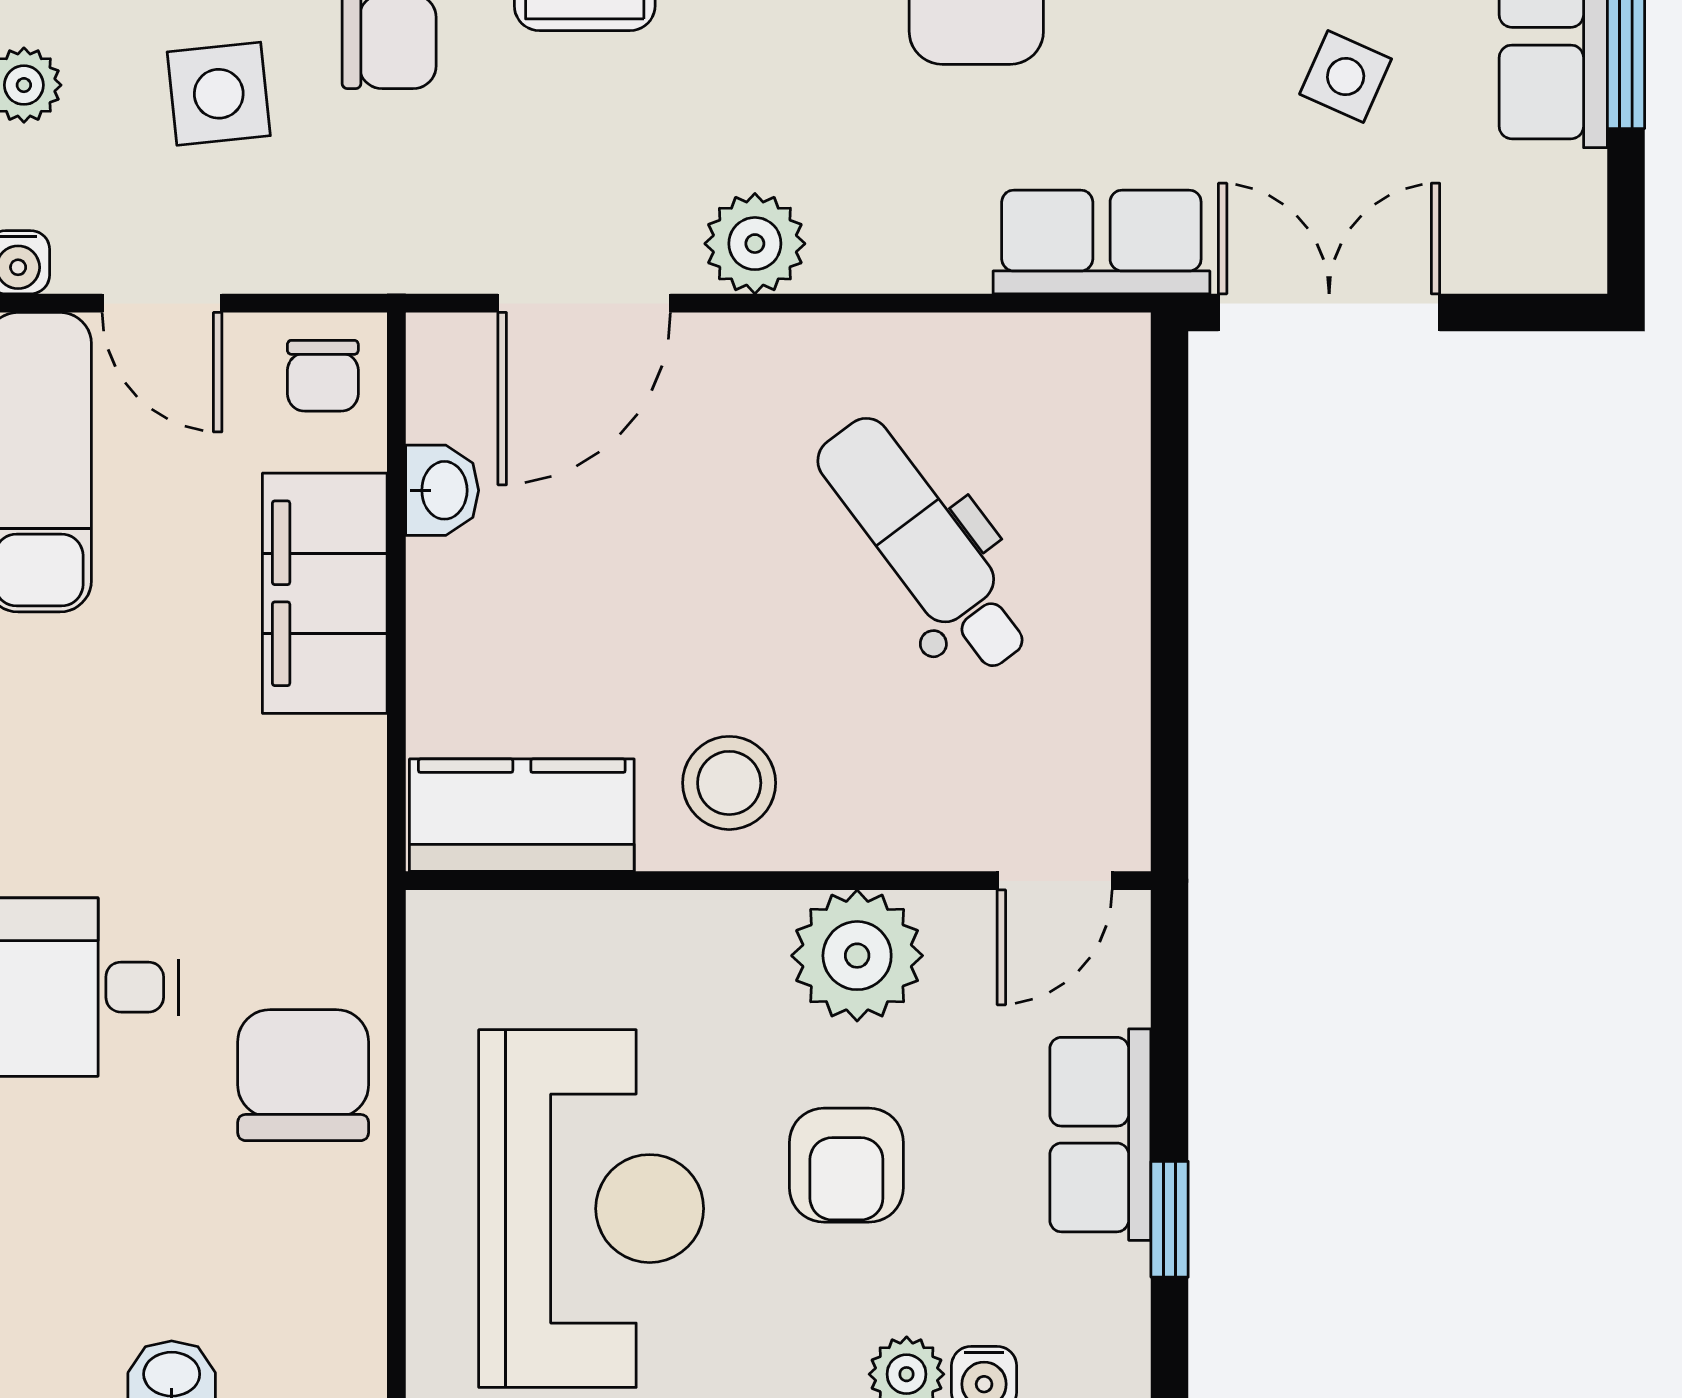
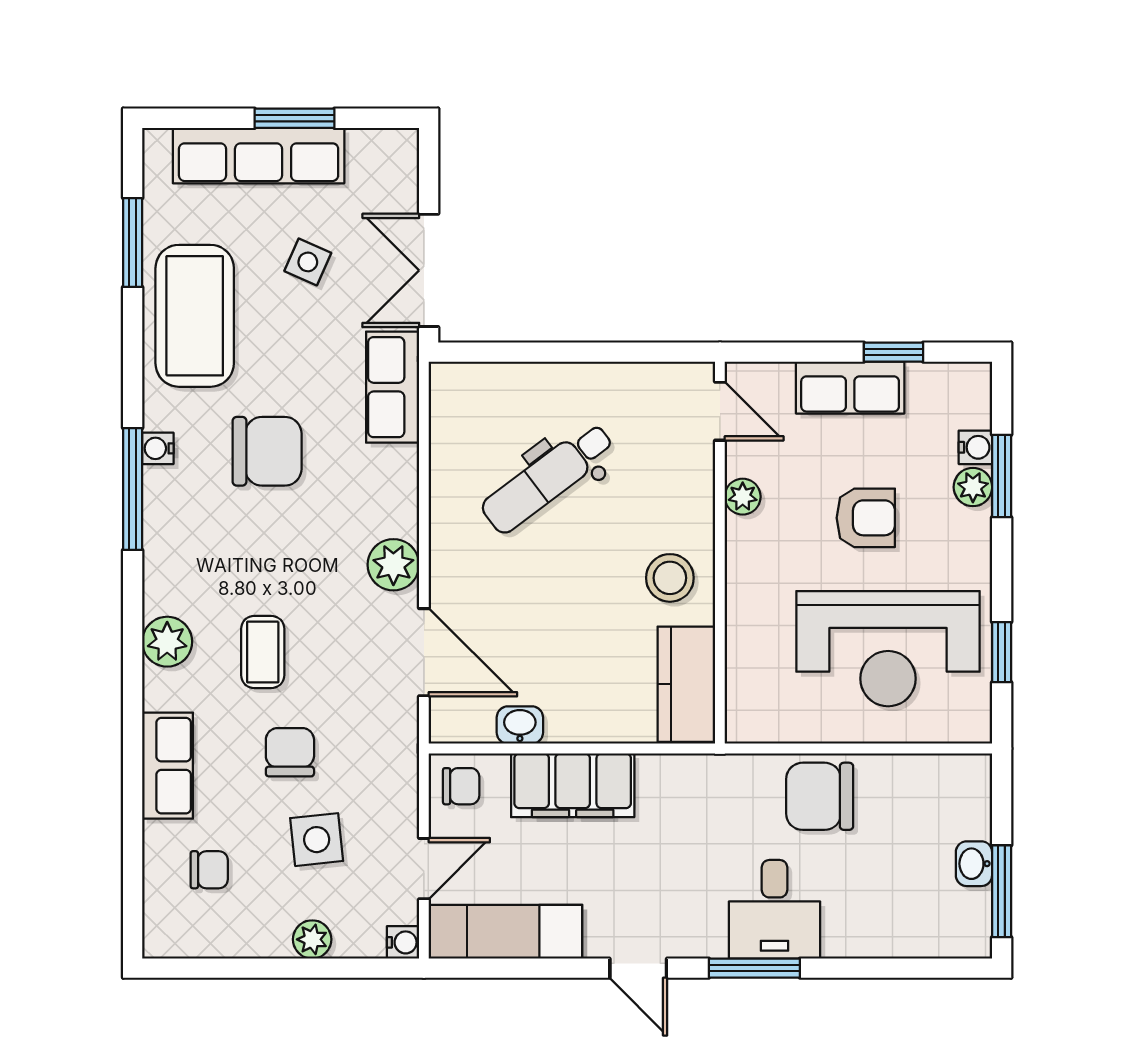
plant: (857, 956) -> (743, 497), width x0.53, depth x0.53
reception desk: (591, 1209) -> (888, 649), turned 180

